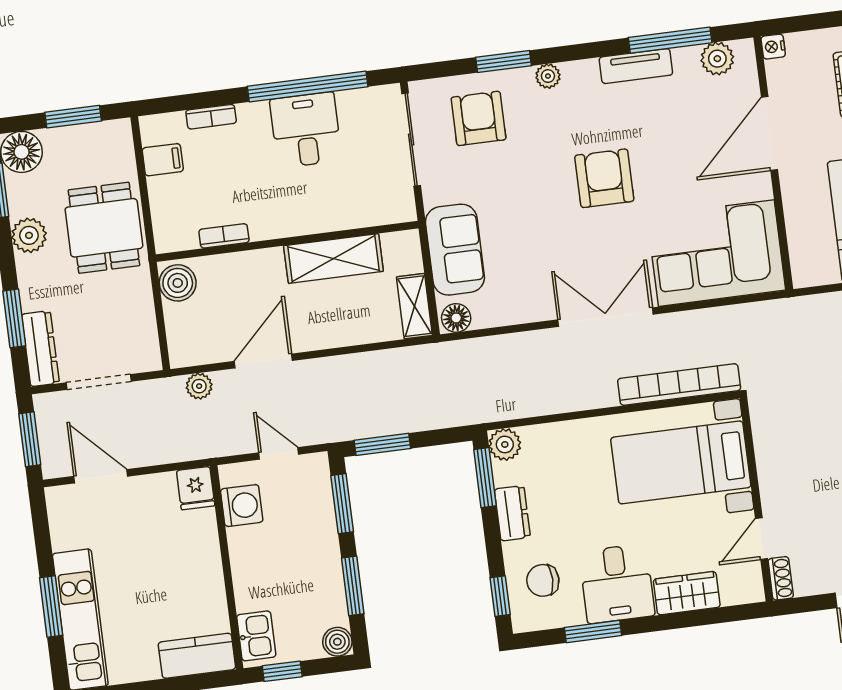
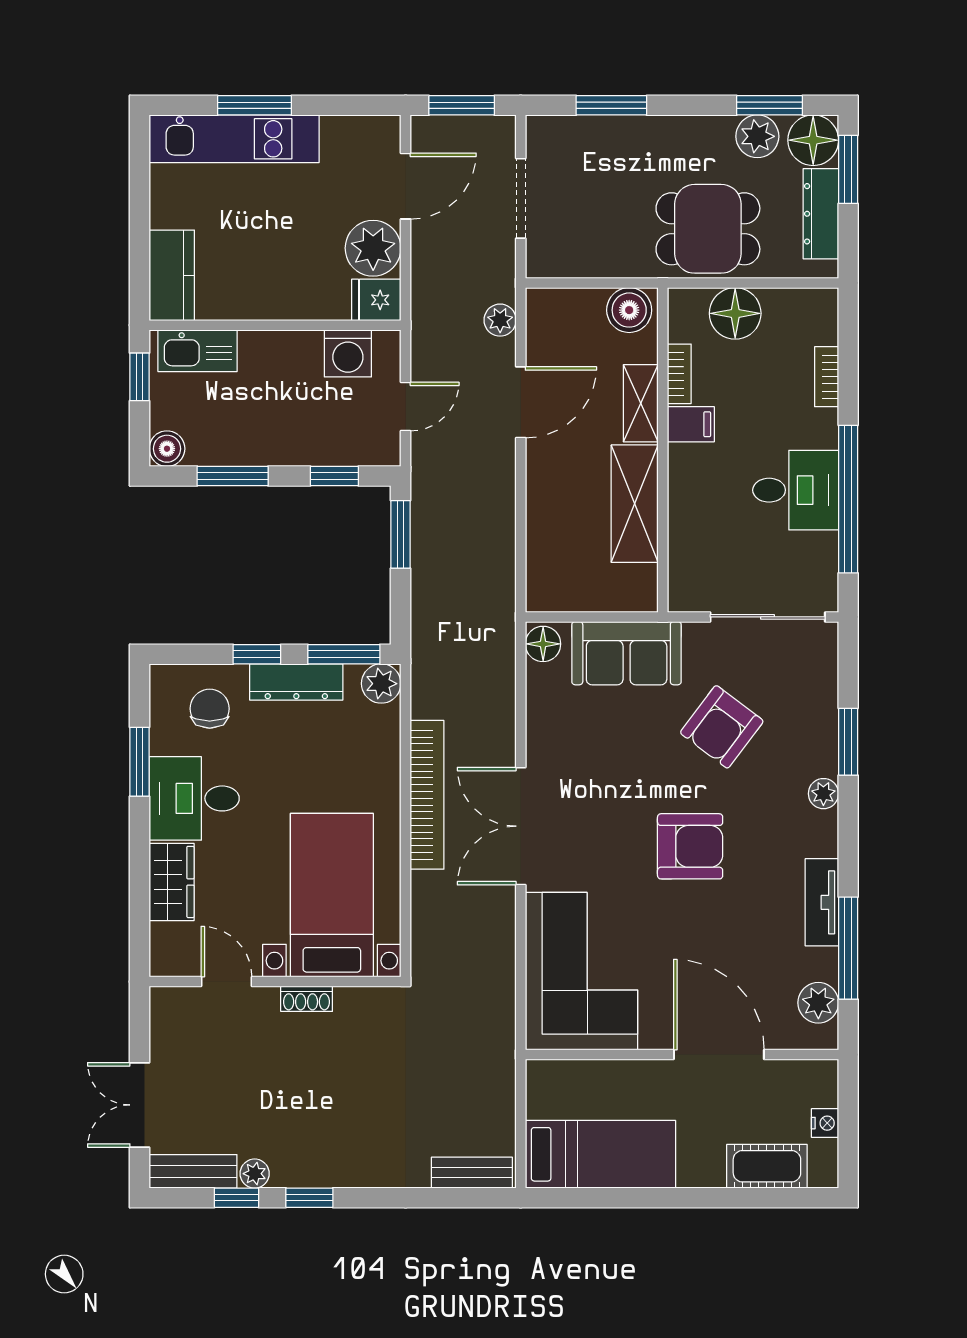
nightstand: (773, 47) -> (825, 1123), moved, turned 90
window: (73, 117) -> (848, 169), moved
armchair: (479, 118) -> (722, 727), moved, turned 127
filing cabinet: (163, 160) -> (691, 424), moved, turned -90
floor lamp: (169, 197) -> (735, 313), added
plant: (29, 235) -> (757, 136), moved
shelving: (414, 306) -> (641, 403), moved, turned 90
double door: (606, 317) -> (521, 826), swing flipped
dresser: (40, 349) -> (821, 214), moved, turned 90
door: (263, 361) -> (521, 402), hinge flipped
bookcase: (679, 385) -> (427, 795), moved
plant: (154, 496) -> (373, 248), added
window: (342, 504) -> (334, 476), width x0.67
dresser: (512, 513) -> (296, 682), width x1.44
shoe rack: (781, 578) -> (307, 999), moved
window: (500, 596) -> (257, 654), moved
kitchen sink: (256, 636) -> (198, 351), width x1.38

